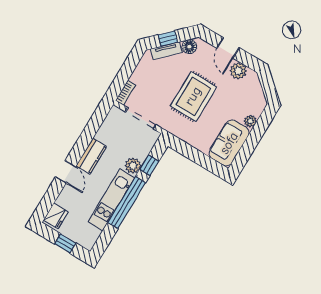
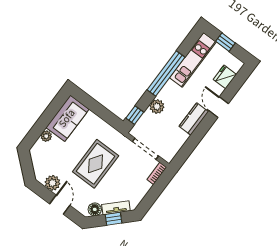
window: (149, 165) -> (135, 115), moved
kitchen unit: (111, 200) -> (193, 60), moved
fridge: (56, 216) -> (225, 77), moved

